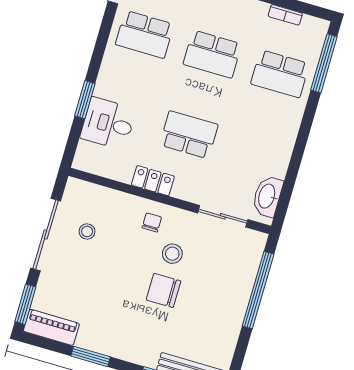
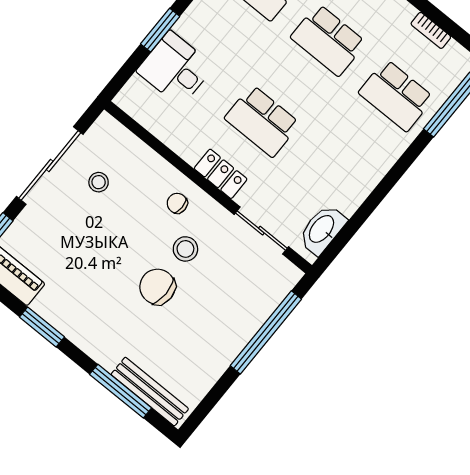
school desk: (189, 135) -> (262, 121), turned 180
locker: (153, 181) -> (221, 174), moved
chair: (152, 222) -> (177, 203), turned -90

